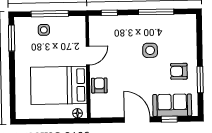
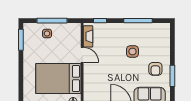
fireplace: (95, 33) -> (88, 36), added
door: (88, 56) -> (82, 55), hinge flipped
armchair: (179, 71) -> (155, 69), turned -90
armchair: (99, 86) -> (91, 79), removed

